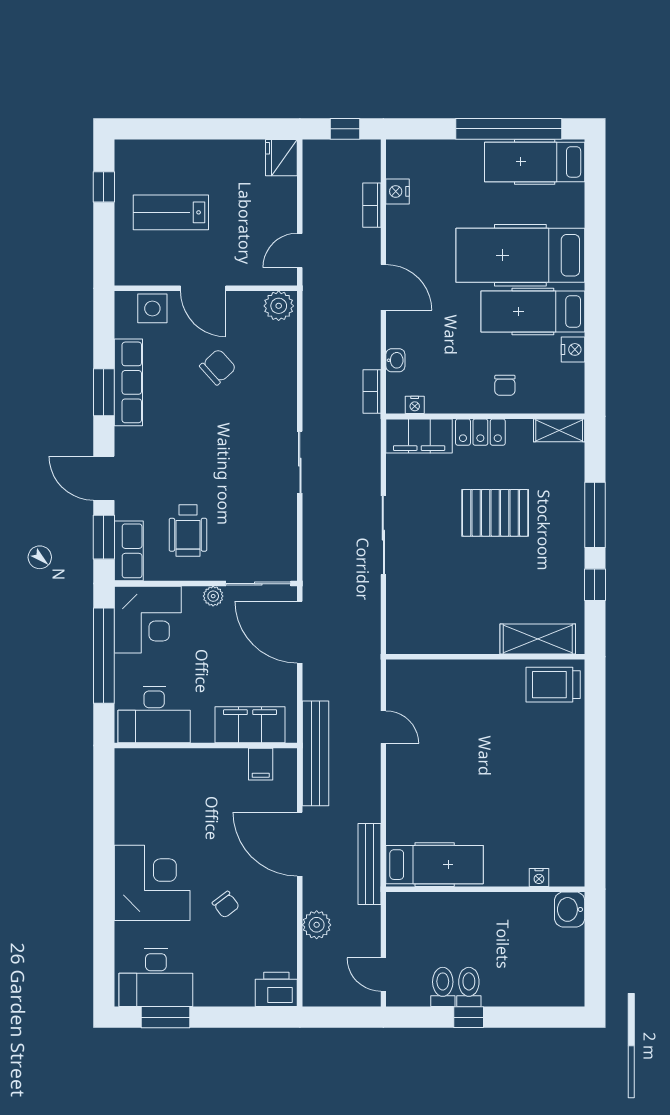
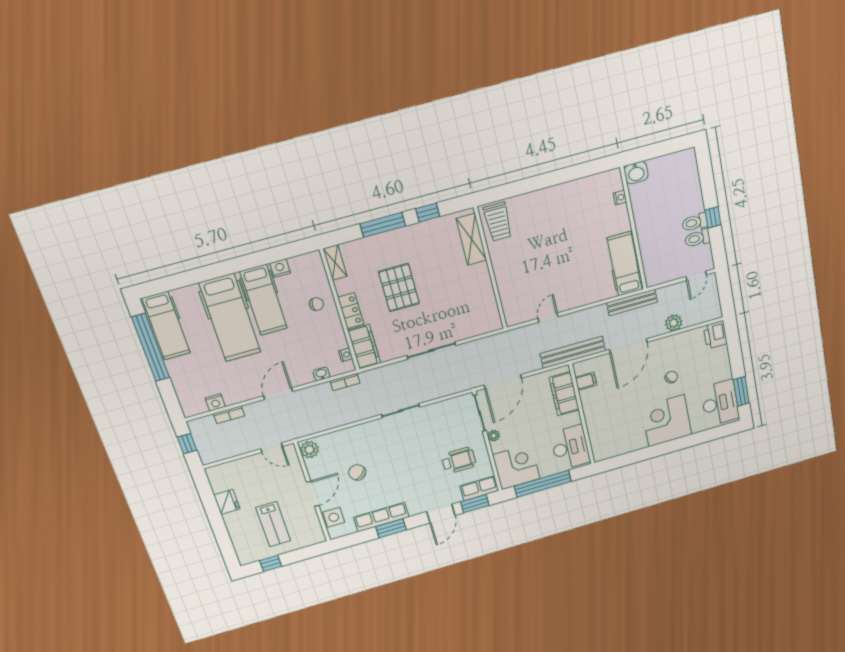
fridge: (281, 158) -> (227, 502), moved, turned -90

